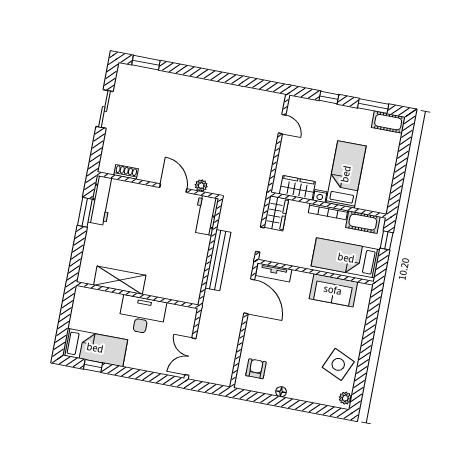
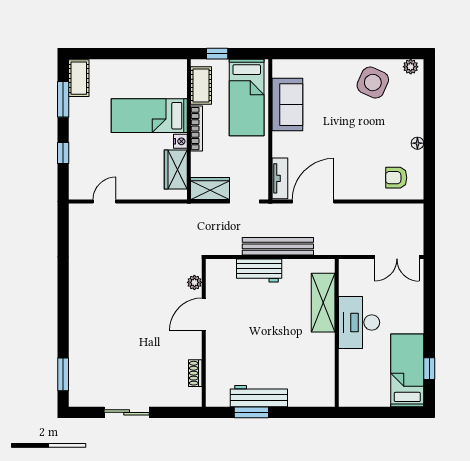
workbench: (101, 200) -> (259, 396), moved
workbench: (206, 215) -> (259, 271), moved
shelving: (120, 280) -> (323, 303), moved

